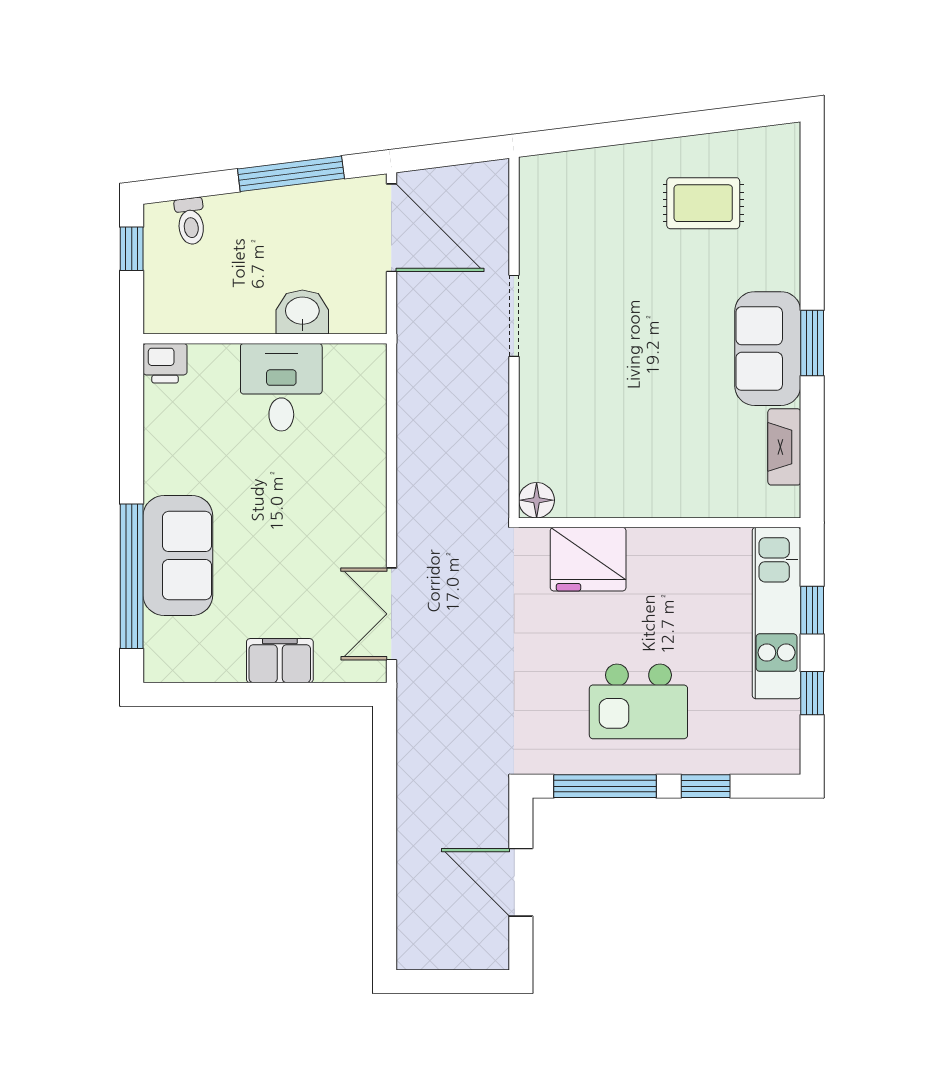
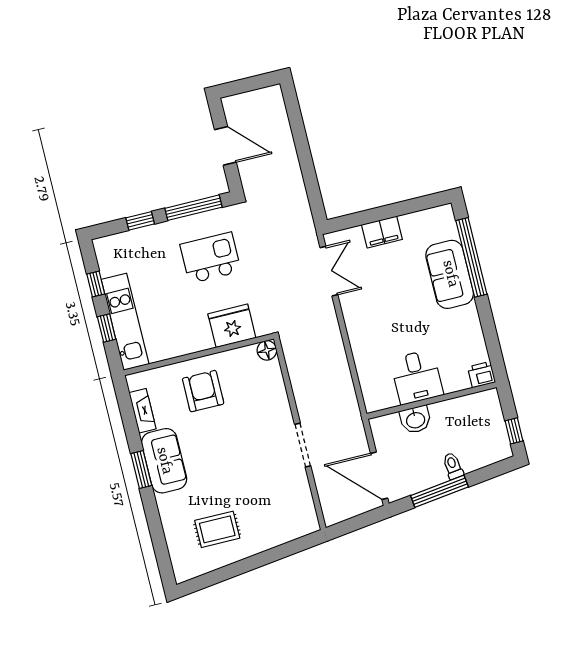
toilet: (190, 221) -> (453, 466), moved
armchair: (668, 456) -> (203, 391), added
kitchen island: (638, 701) -> (210, 258), moved

